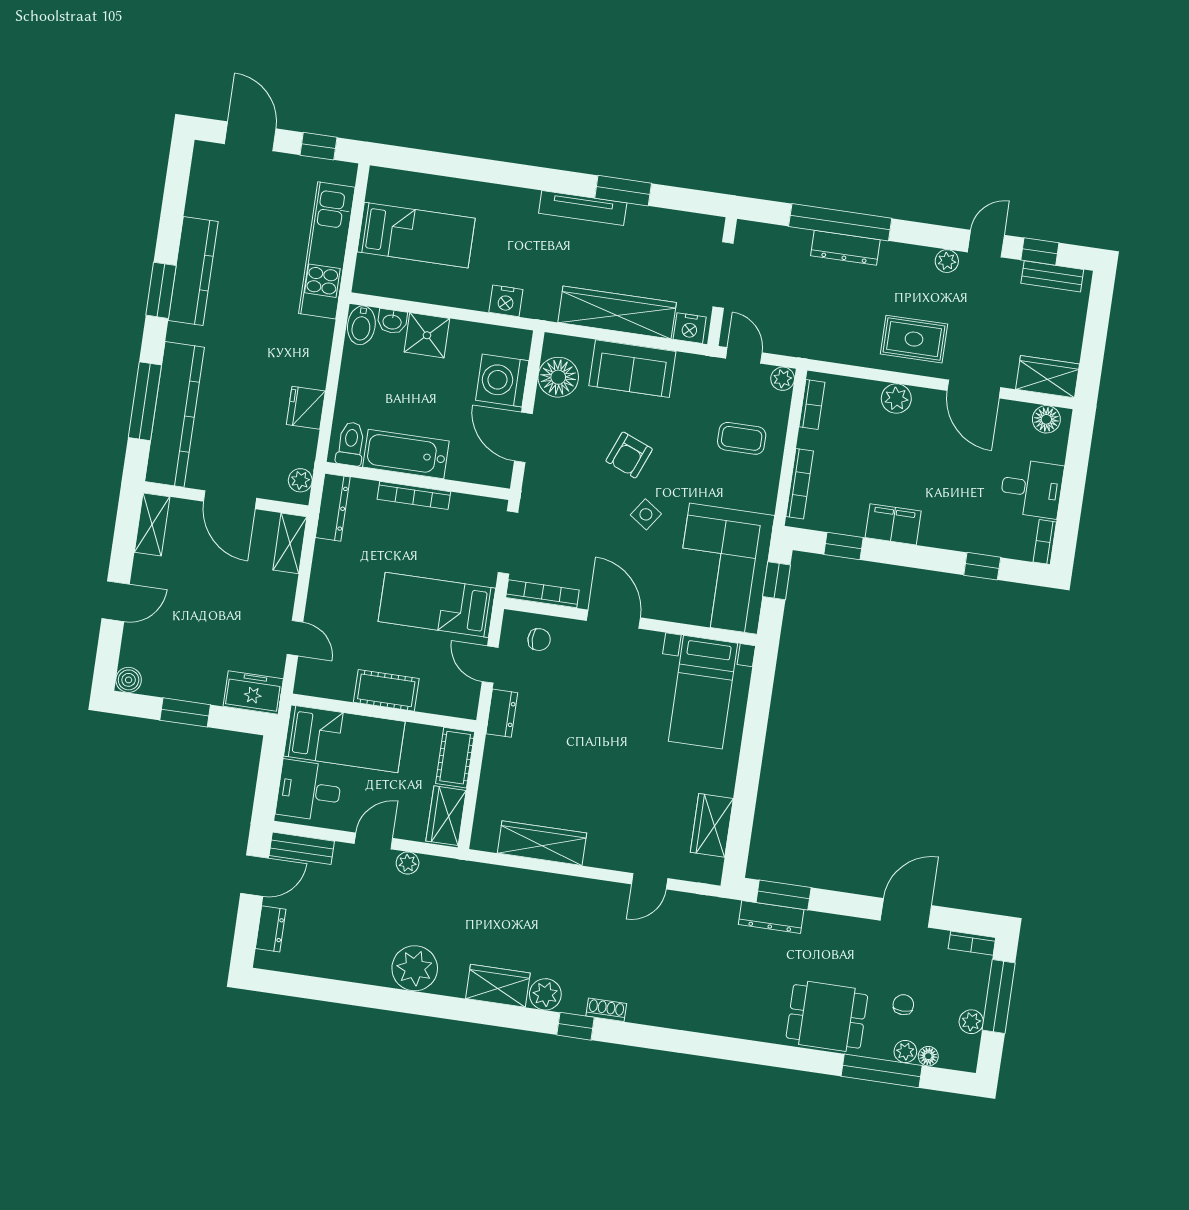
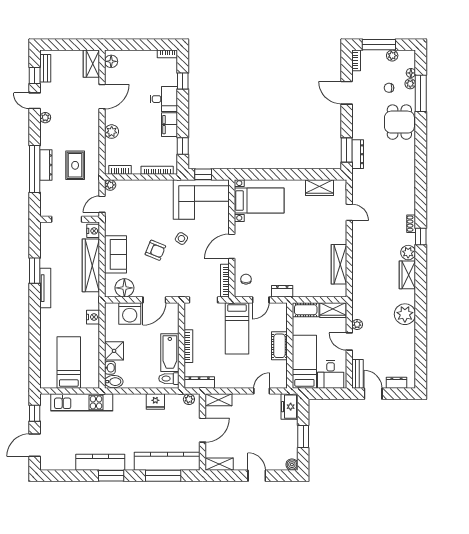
rug: (914, 339) -> (75, 165), moved
coffee table: (742, 438) -> (140, 200), removed
desk: (1032, 488) -> (164, 99), moved, turned 90

